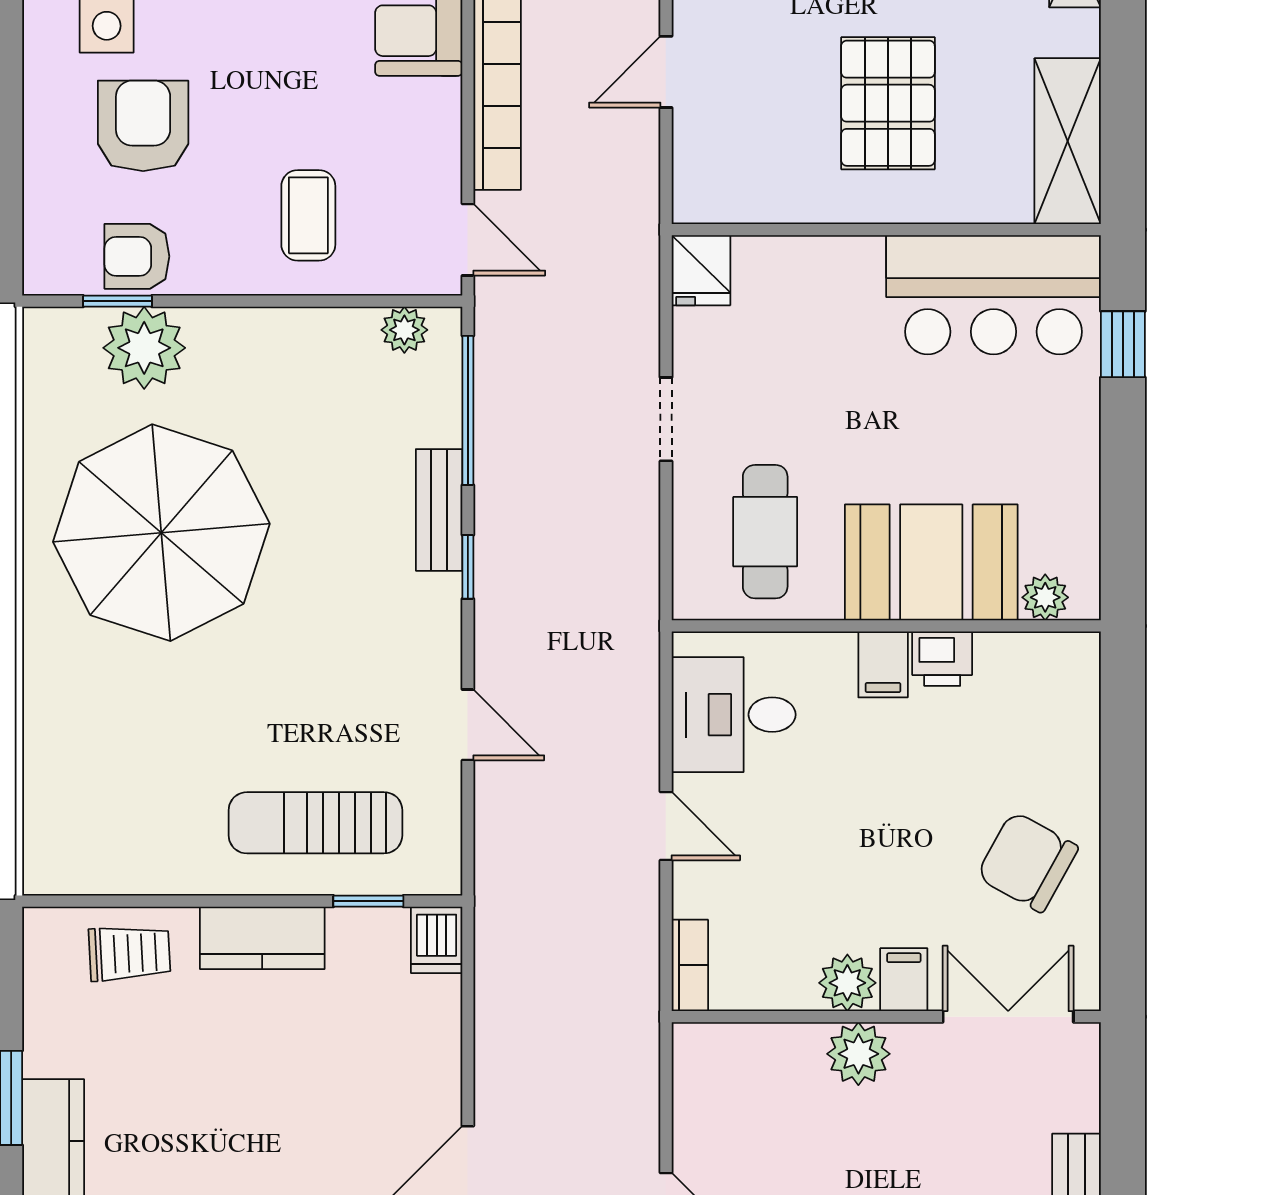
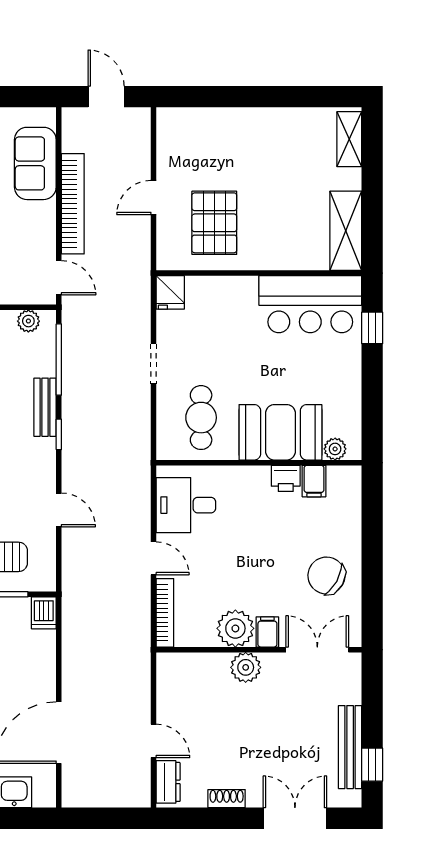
pallet: (888, 103) -> (214, 223), moved
filing cabinet: (883, 664) -> (314, 481), moved
bookcase: (690, 965) -> (165, 613), width x1.56
plant: (847, 983) -> (235, 628), width x1.36, depth x1.36

